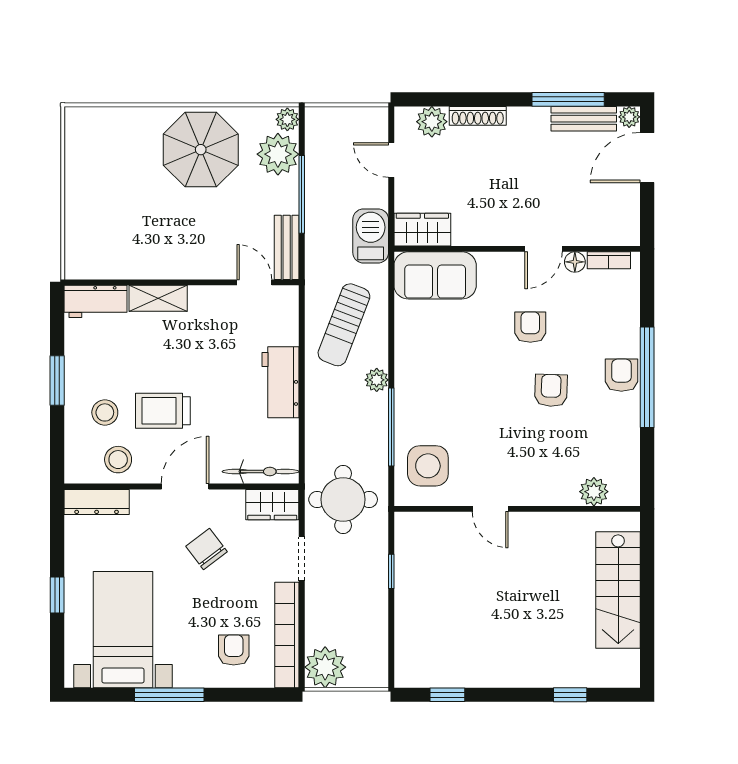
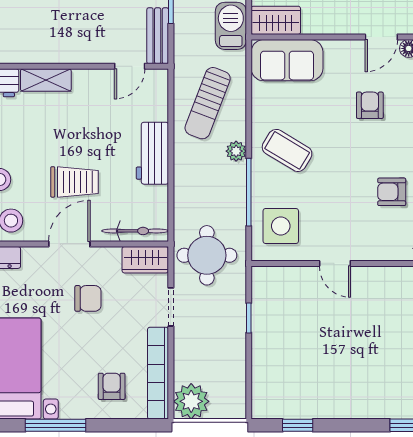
door: (254, 282) -> (130, 66), swing flipped
coffee table: (435, 379) -> (287, 150), added
armchair: (551, 390) -> (392, 192), moved, turned -92
trolley: (163, 411) -> (75, 182), moved, turned 180
chair: (207, 549) -> (88, 298), turned 127

